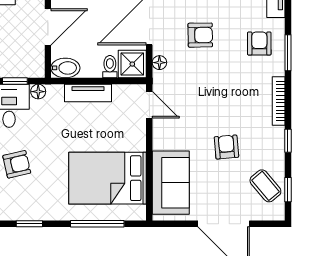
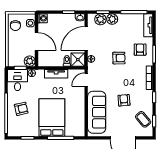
door: (48, 27) -> (36, 42), hinge flipped
armchair: (200, 35) -> (119, 58), moved
plant: (34, 67) -> (30, 61), added
bidet: (65, 68) -> (45, 62), removed
door: (149, 105) -> (86, 80), swing flipped
bed: (108, 178) -> (52, 117), moved, turned 90
sofa: (171, 183) -> (97, 112), width x1.36

